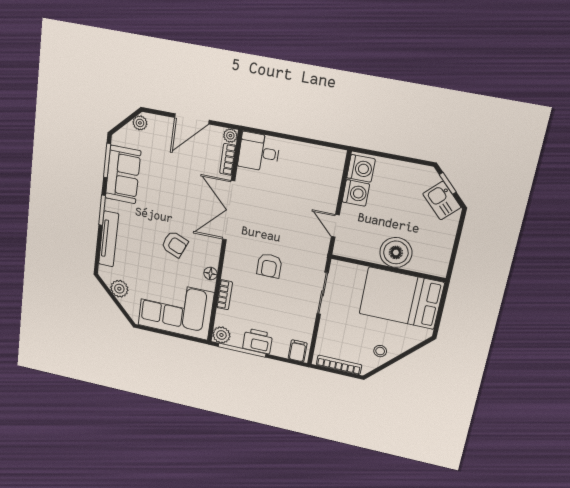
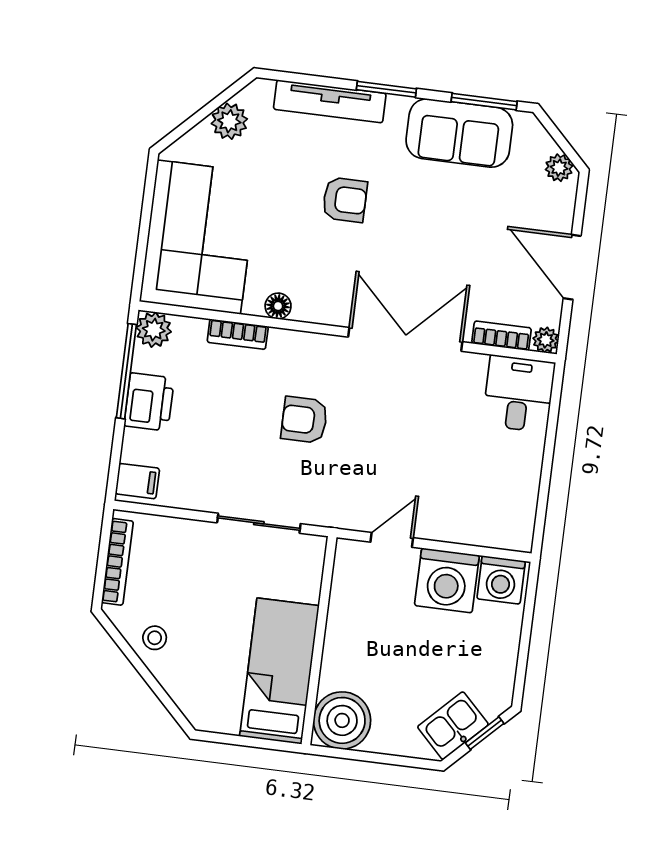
washing machine: (356, 193) -> (447, 580), width x1.37, depth x1.37
armchair: (175, 244) -> (345, 200), moved, turned -112
boiler: (396, 252) -> (342, 720), moved
bed: (401, 298) -> (279, 671), width x0.67

